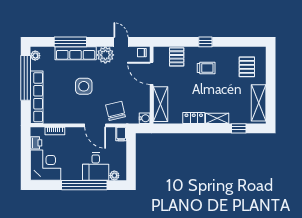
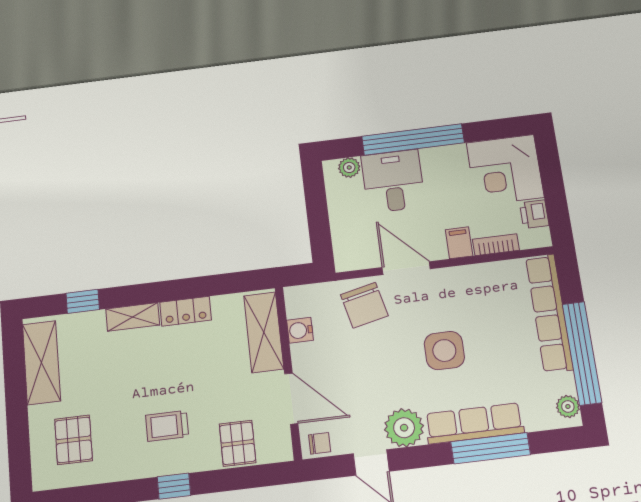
water cooler: (145, 118) -> (300, 330), moved
filing cabinet: (121, 134) -> (459, 243), moved

